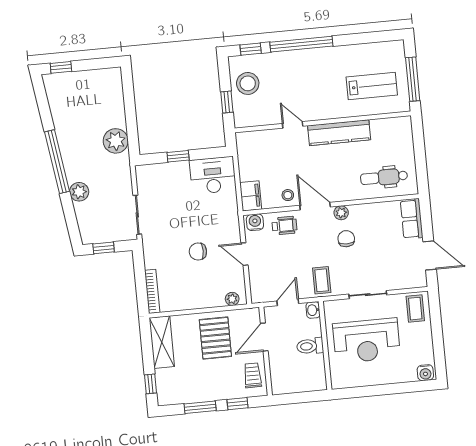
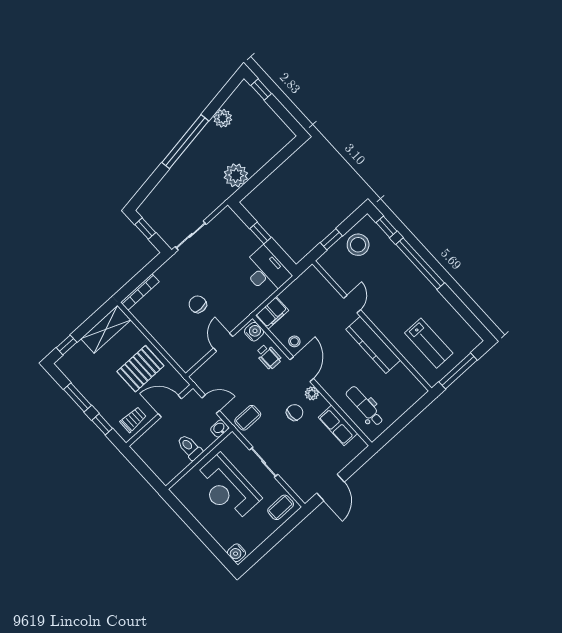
plant: (79, 192) -> (223, 118), moved
row of seats: (412, 219) -> (338, 425), moved, turned -90
plant: (232, 299) -> (181, 359), removed

